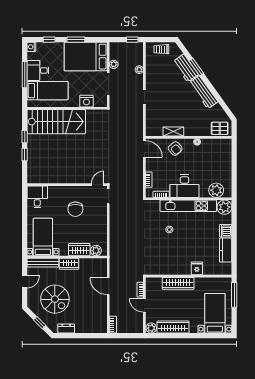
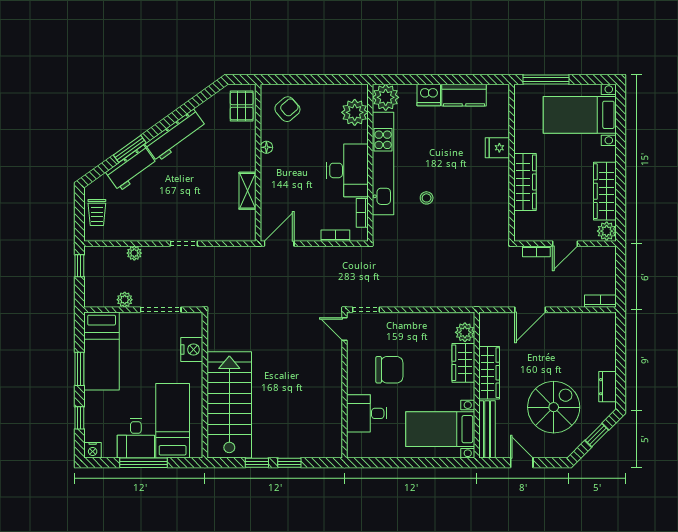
bed: (86, 57) -> (102, 351), width x0.67
armchair: (175, 149) -> (287, 109), moved
desk: (37, 197) -> (367, 413), moved
wardrobe: (69, 264) -> (489, 373), width x1.50

